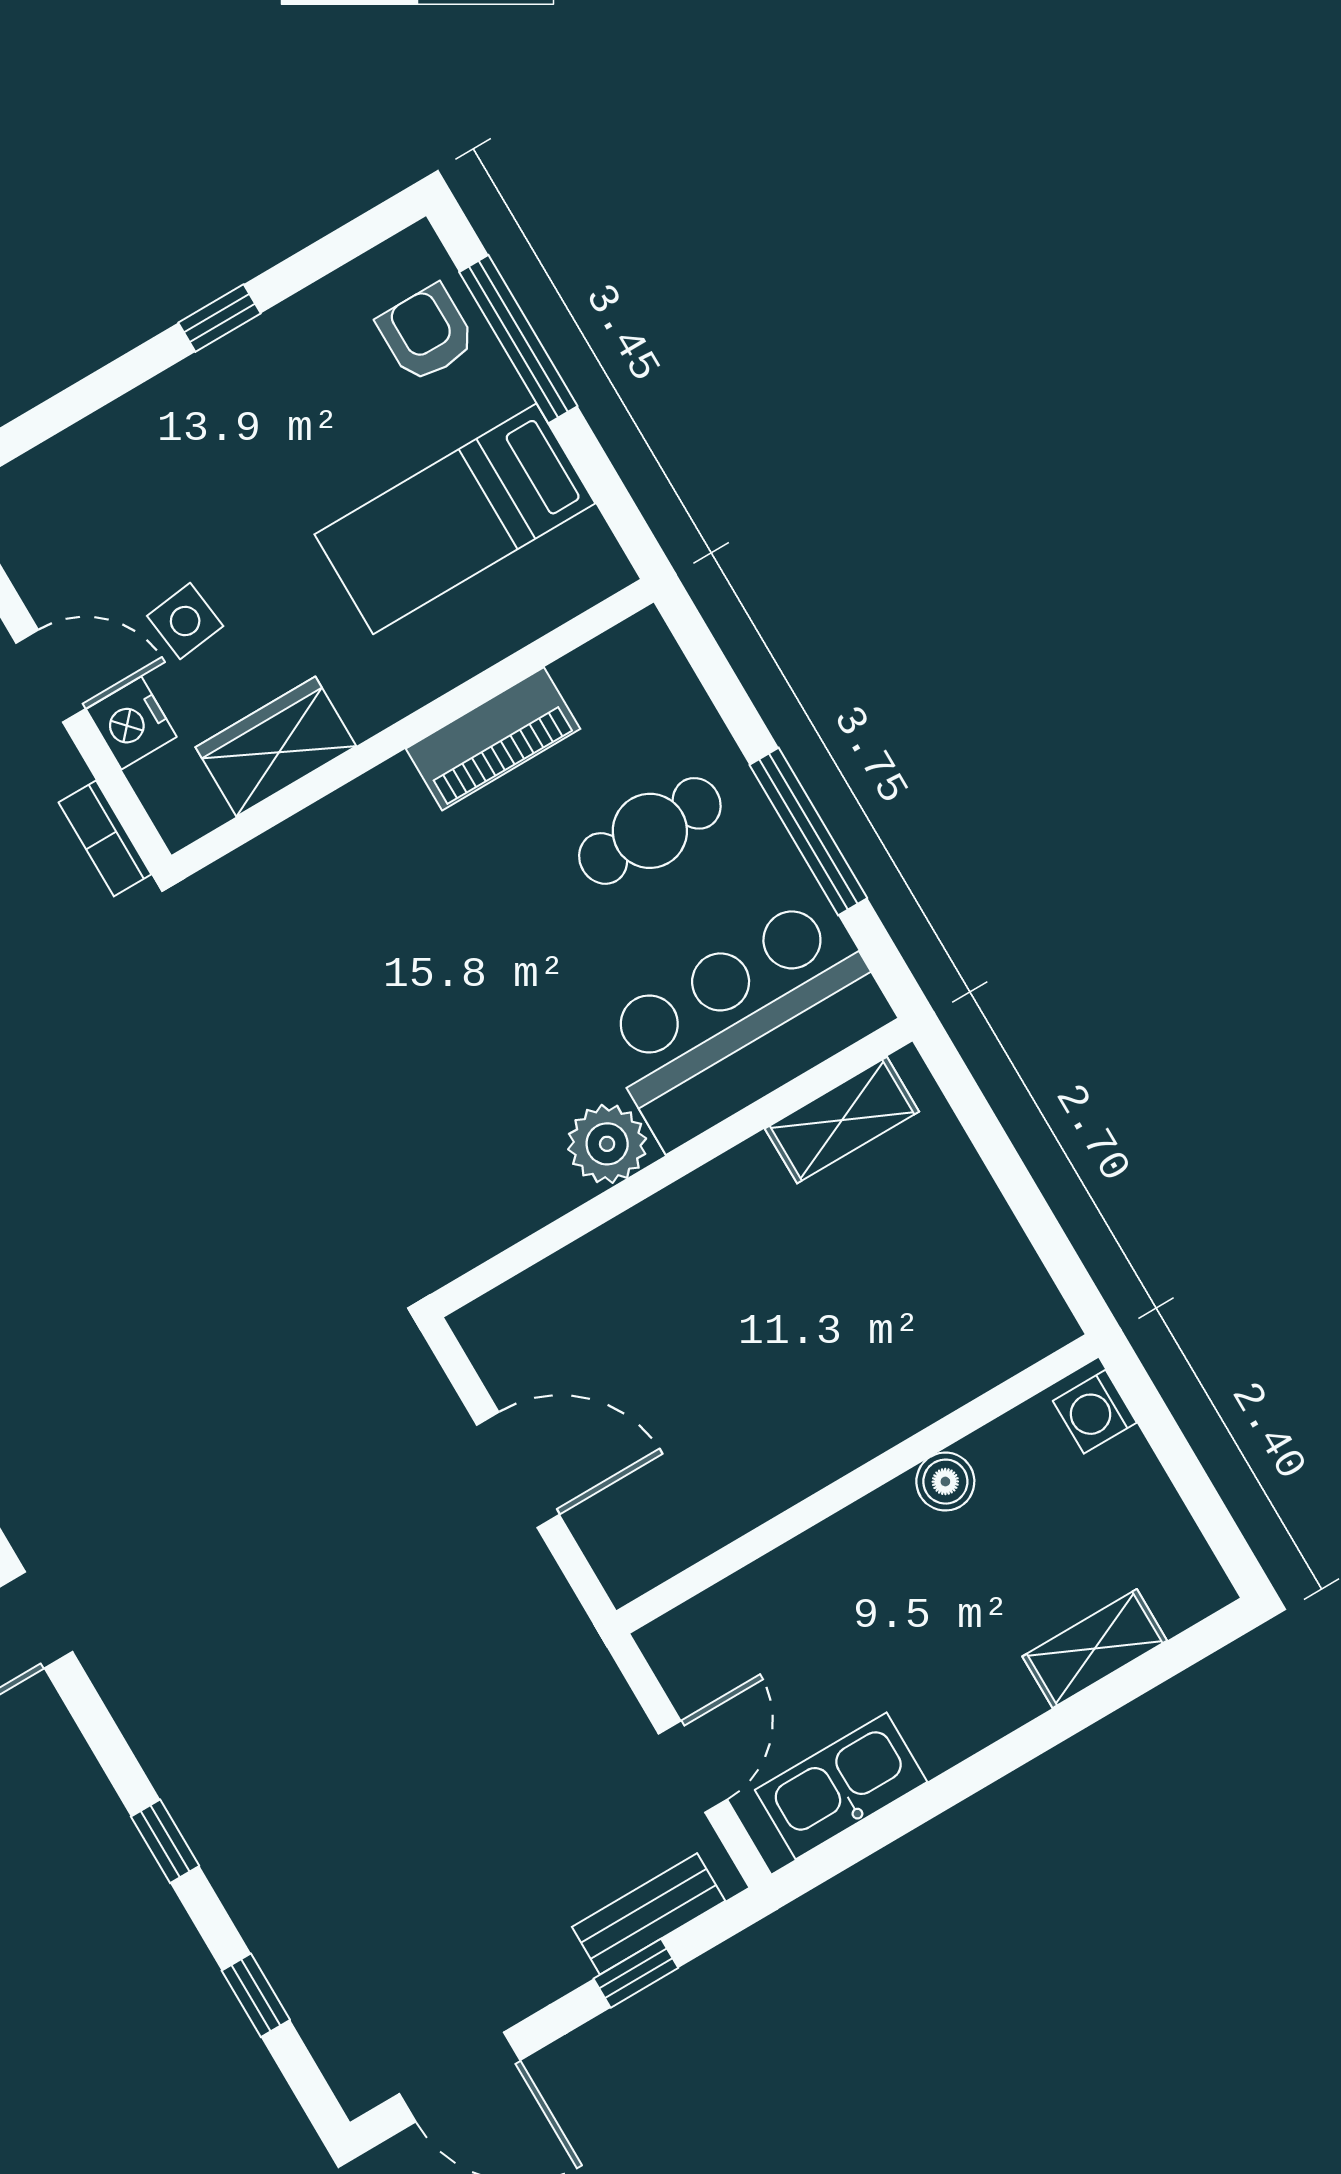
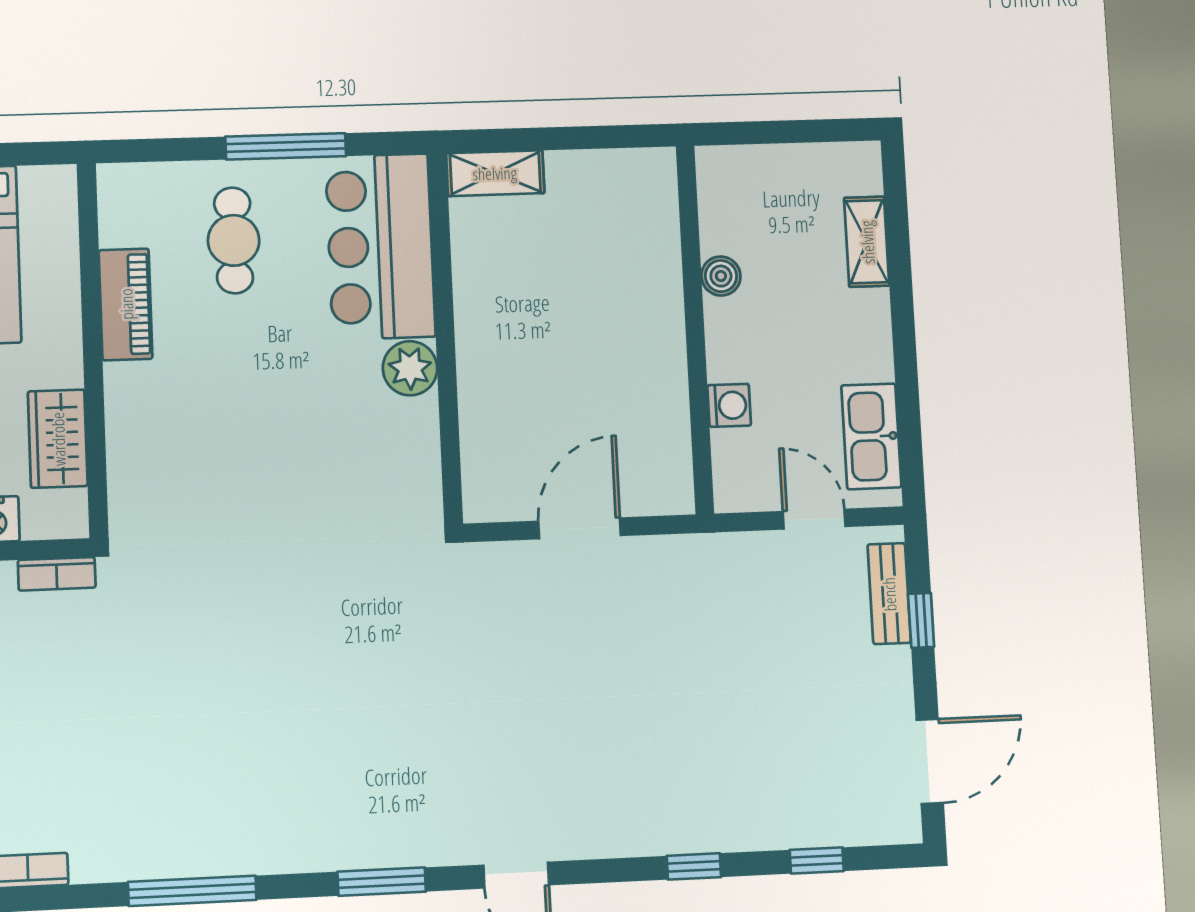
shelving: (842, 1120) -> (495, 173), moved, turned 90
washing machine: (1095, 1412) -> (729, 405), moved, turned -90

